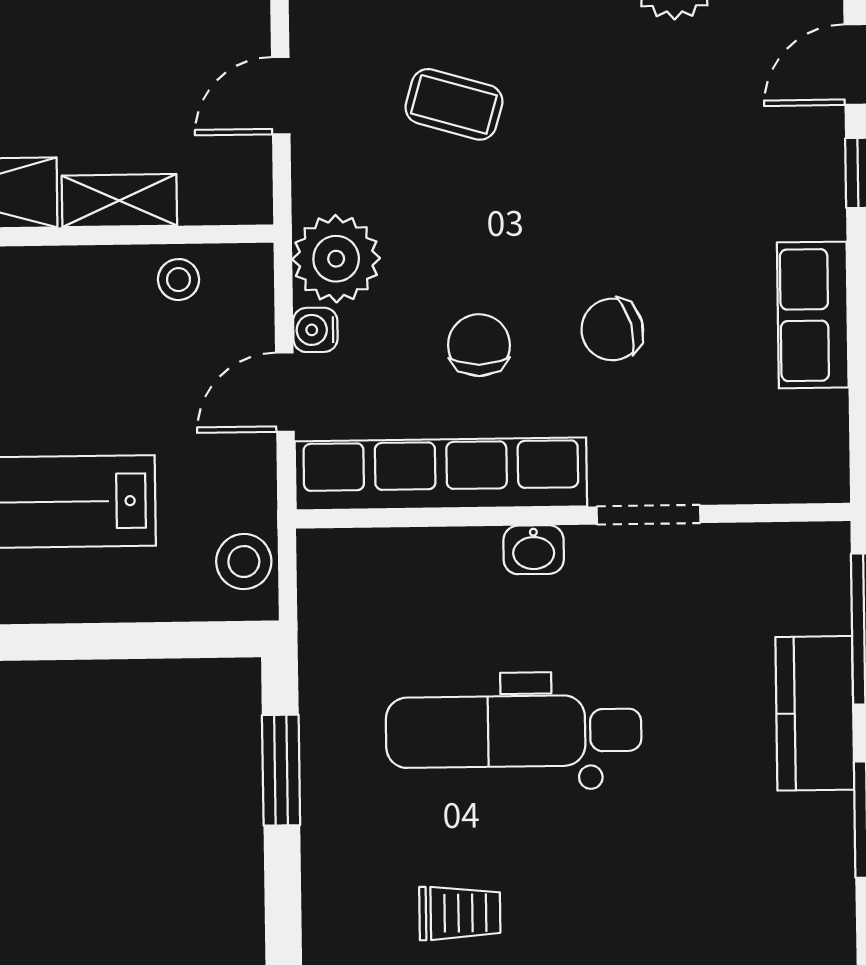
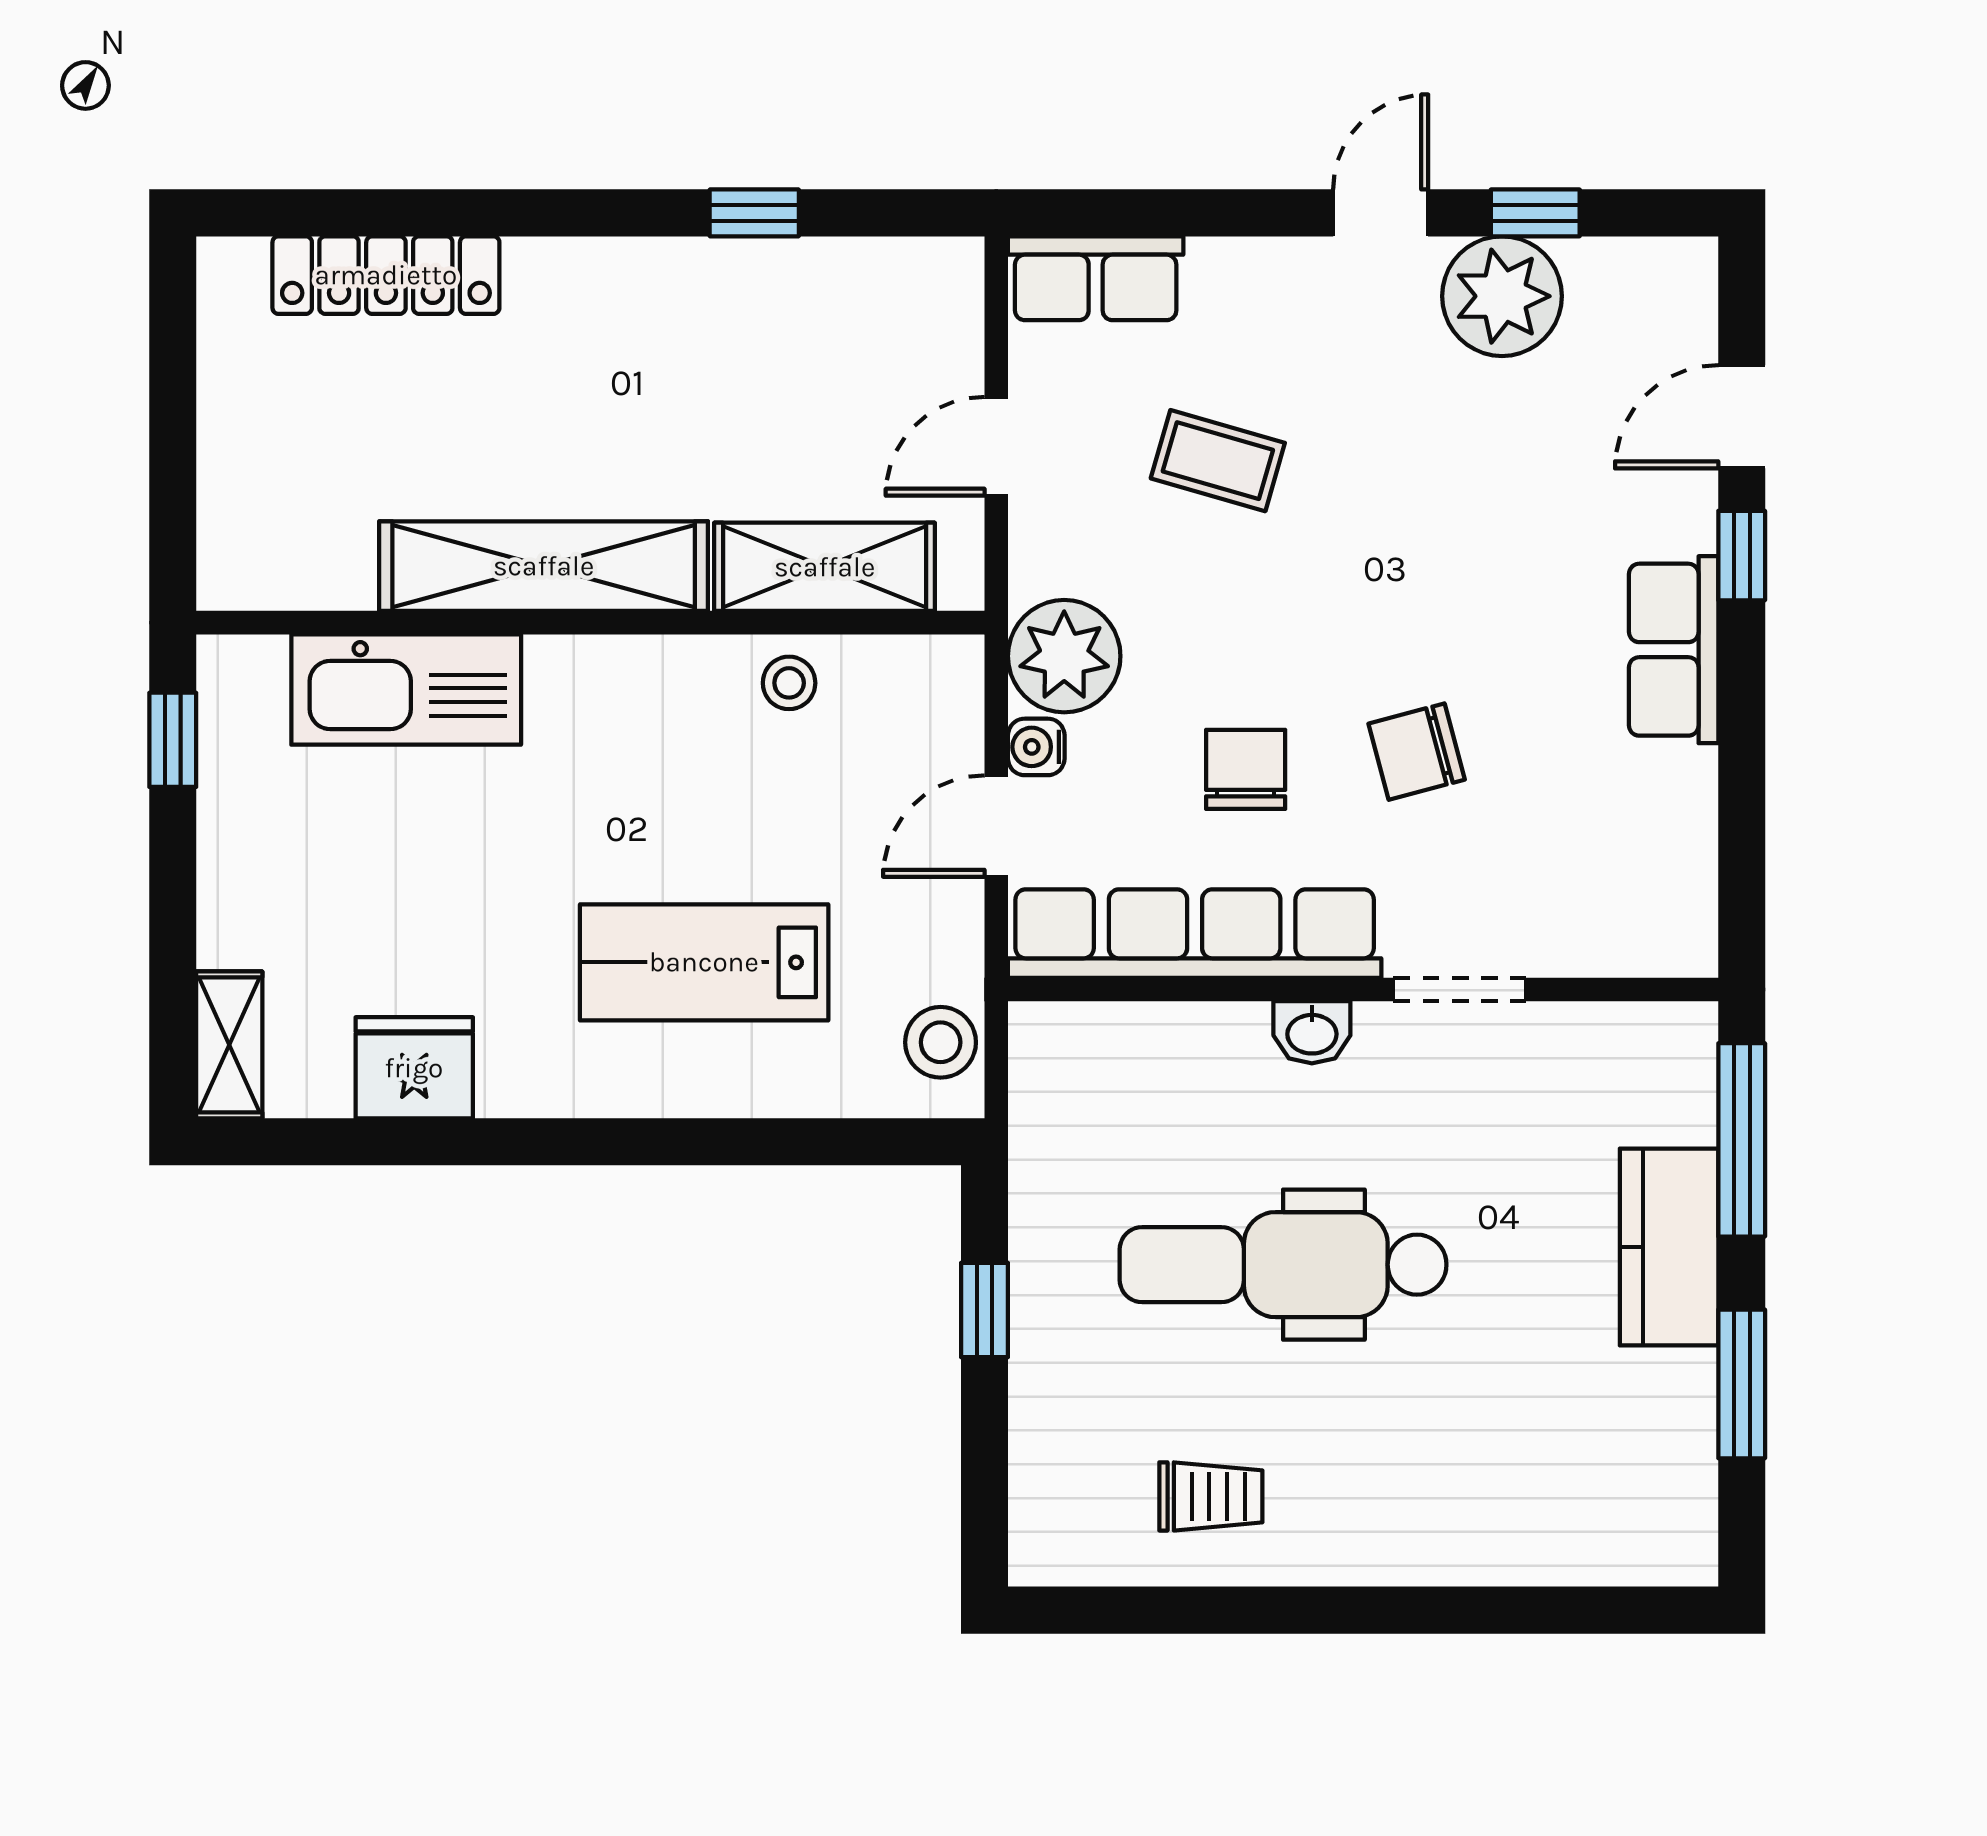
shelving: (119, 201) -> (825, 567), width x1.50, depth x1.33
stool: (179, 280) -> (789, 683), moved
row of seats: (813, 315) -> (1674, 650), moved
window: (281, 770) -> (985, 1310), width x0.67

